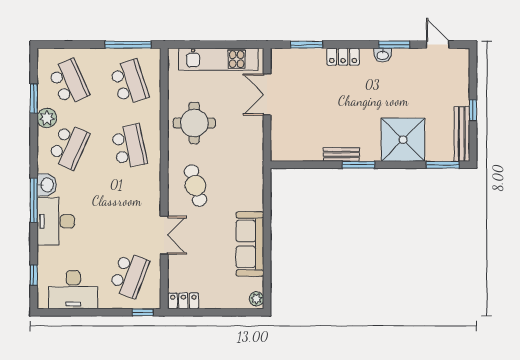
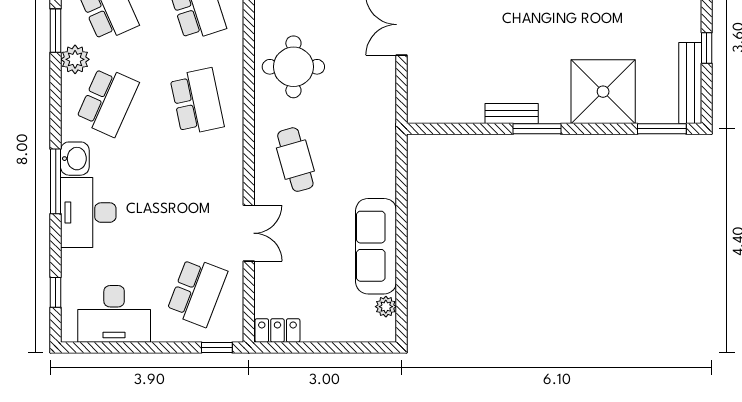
plant: (256, 299) -> (386, 307), moved

